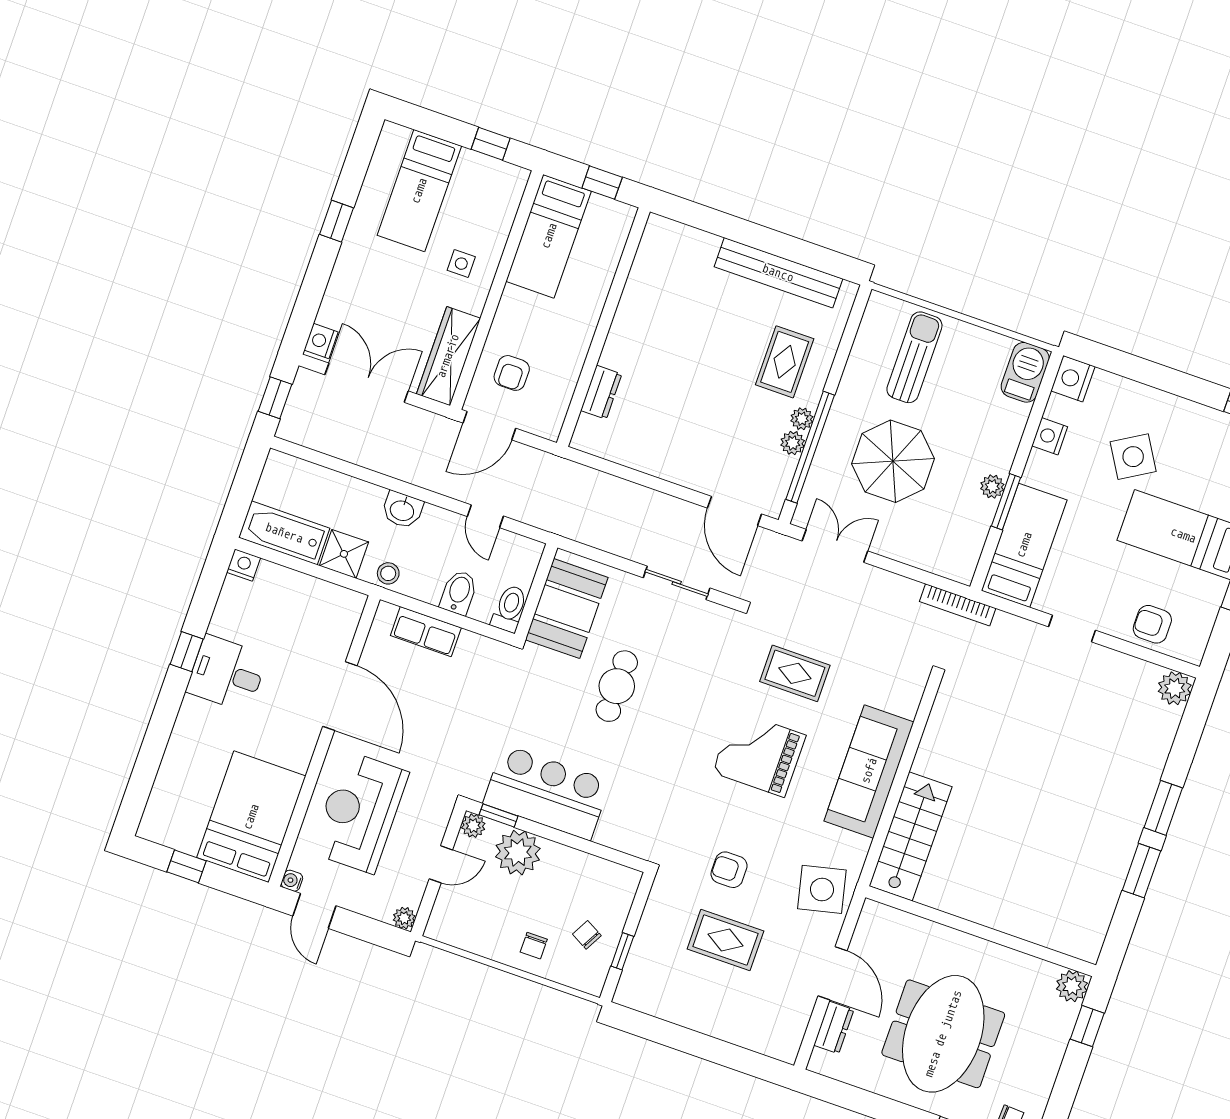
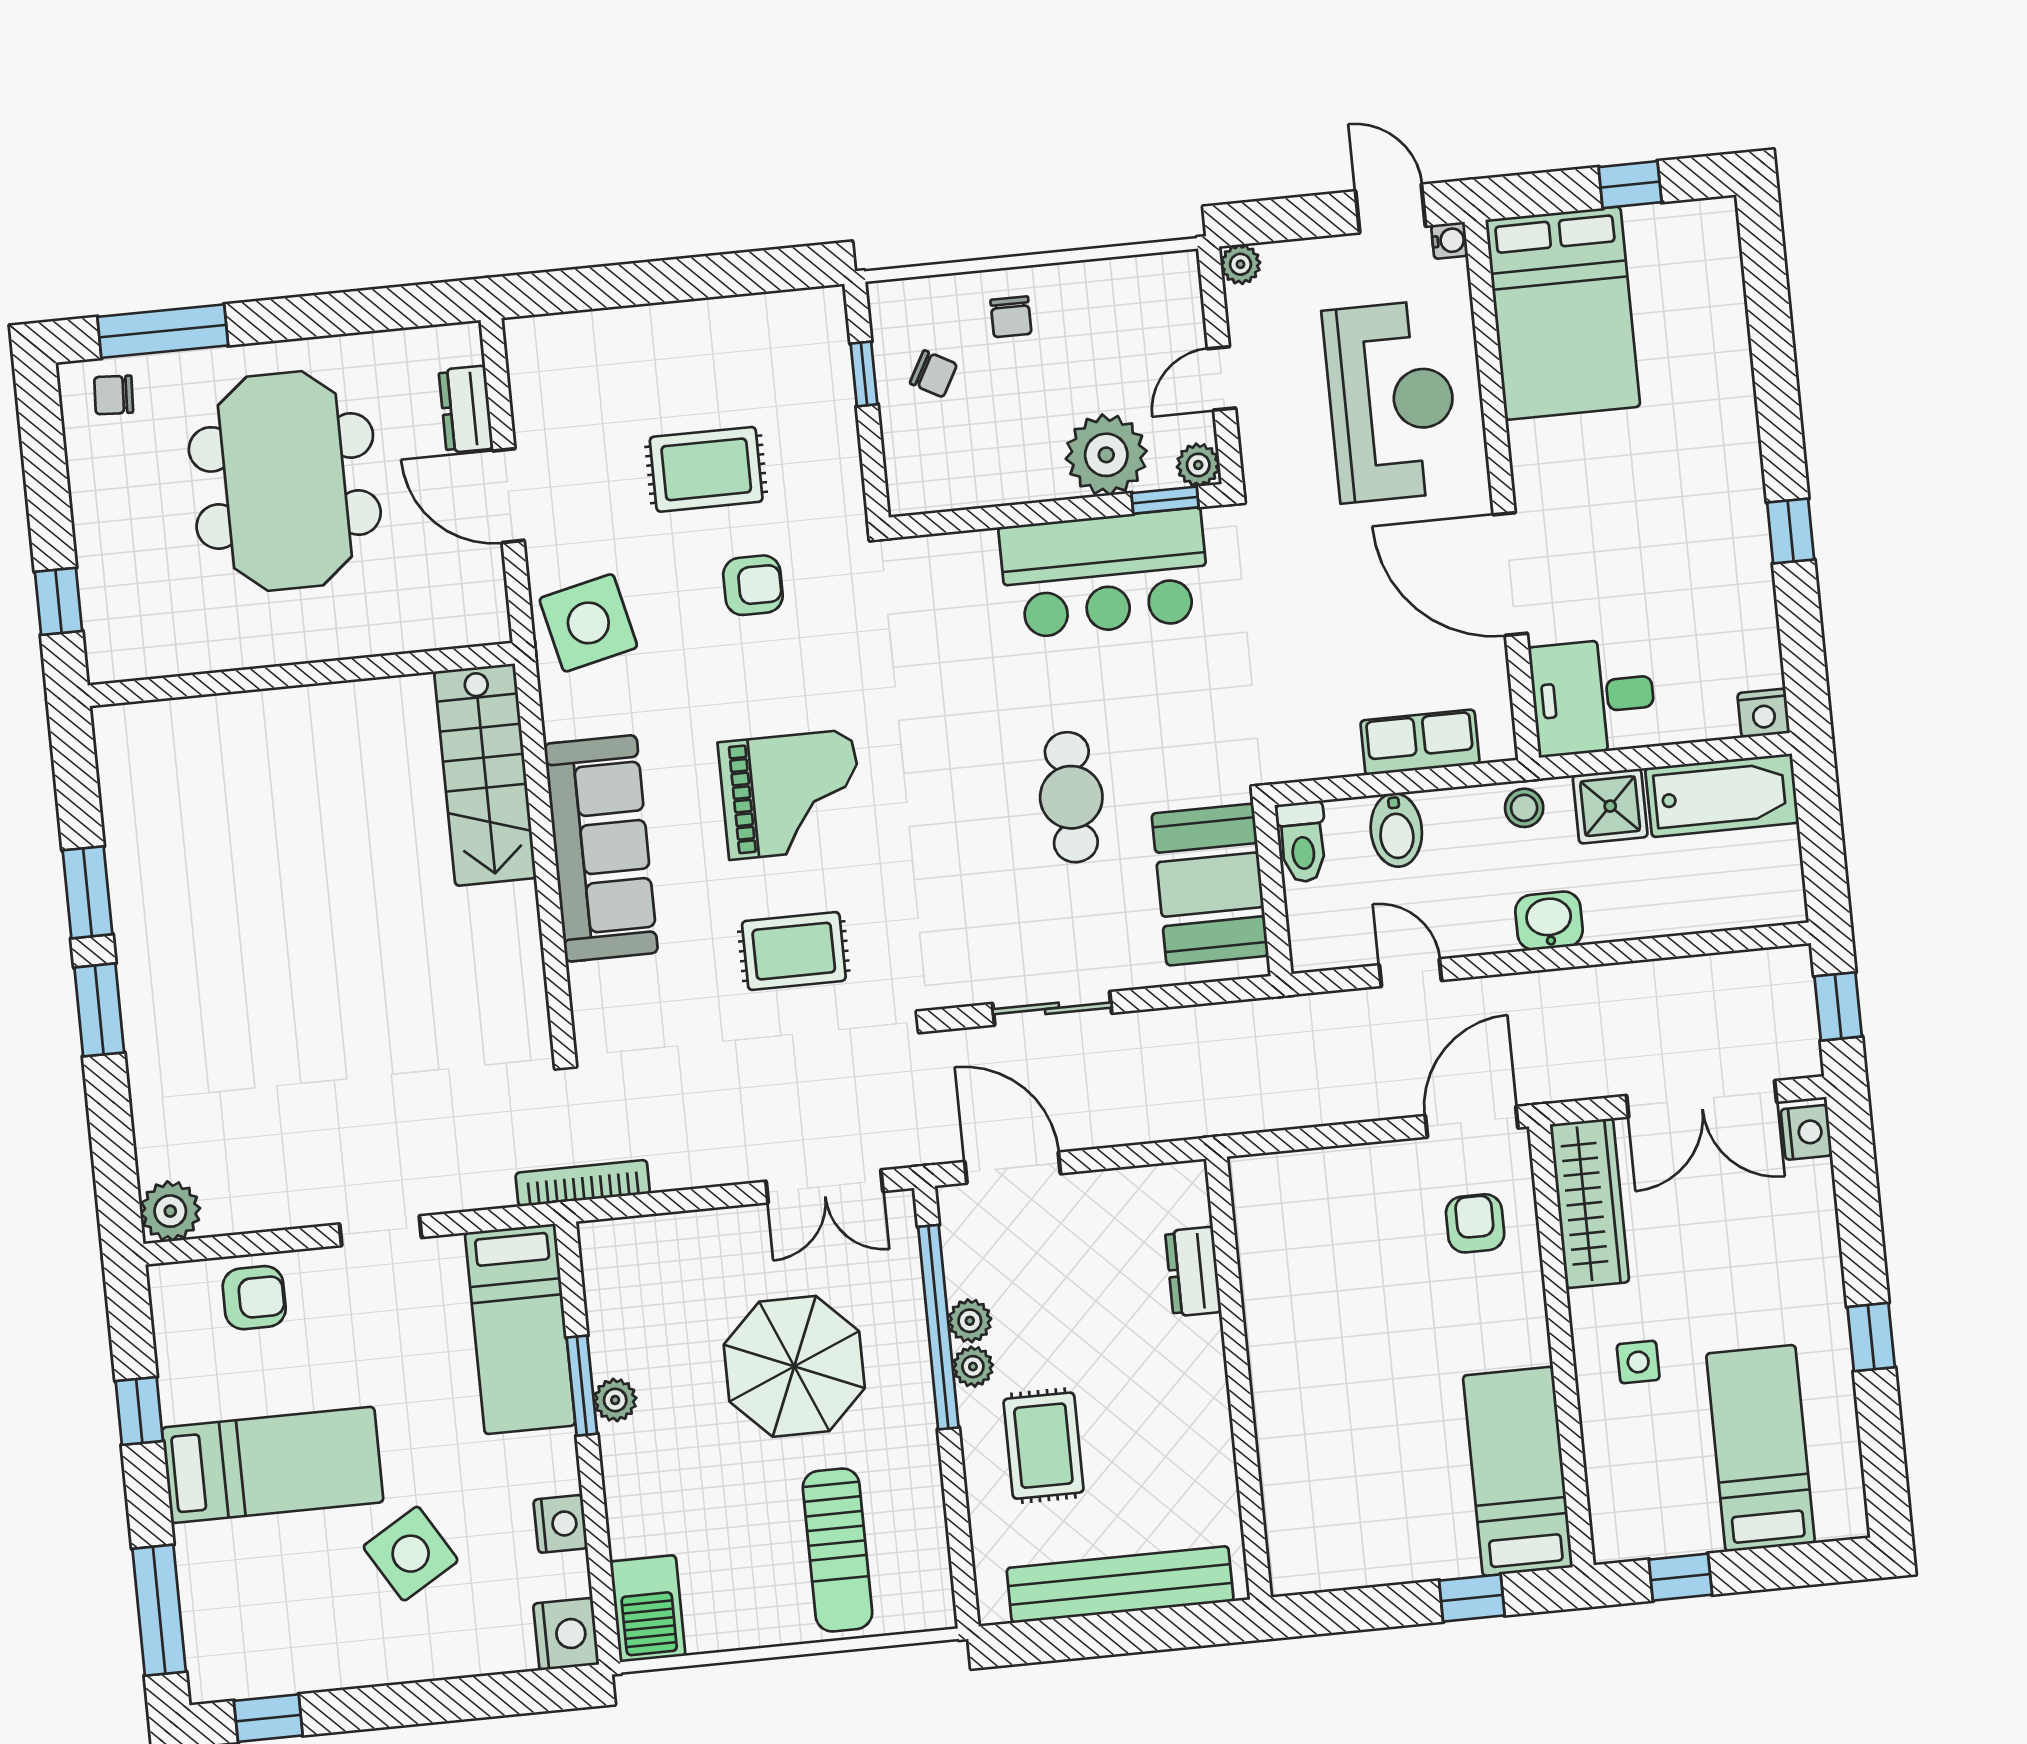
wall: (603, 327) -> (1238, 1378), moved
dresser: (601, 392) -> (1193, 1272), moved
desk: (227, 673) -> (1593, 697), moved, turned 180
chair: (534, 946) -> (1011, 317), turned 180
plant: (1072, 986) -> (113, 654), removed

